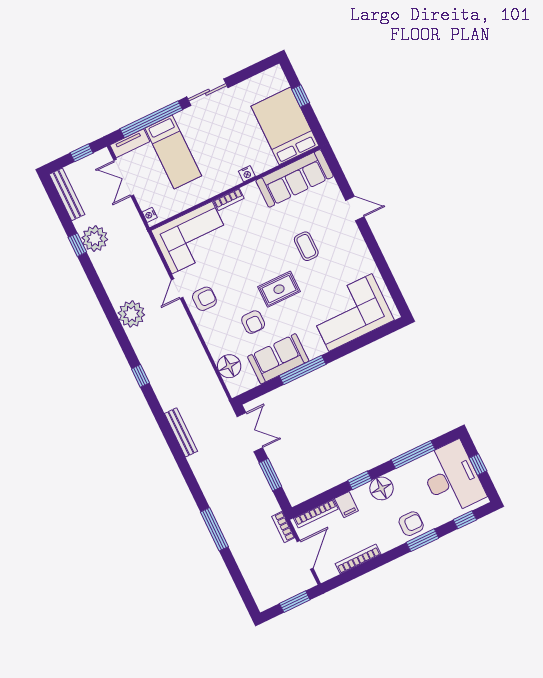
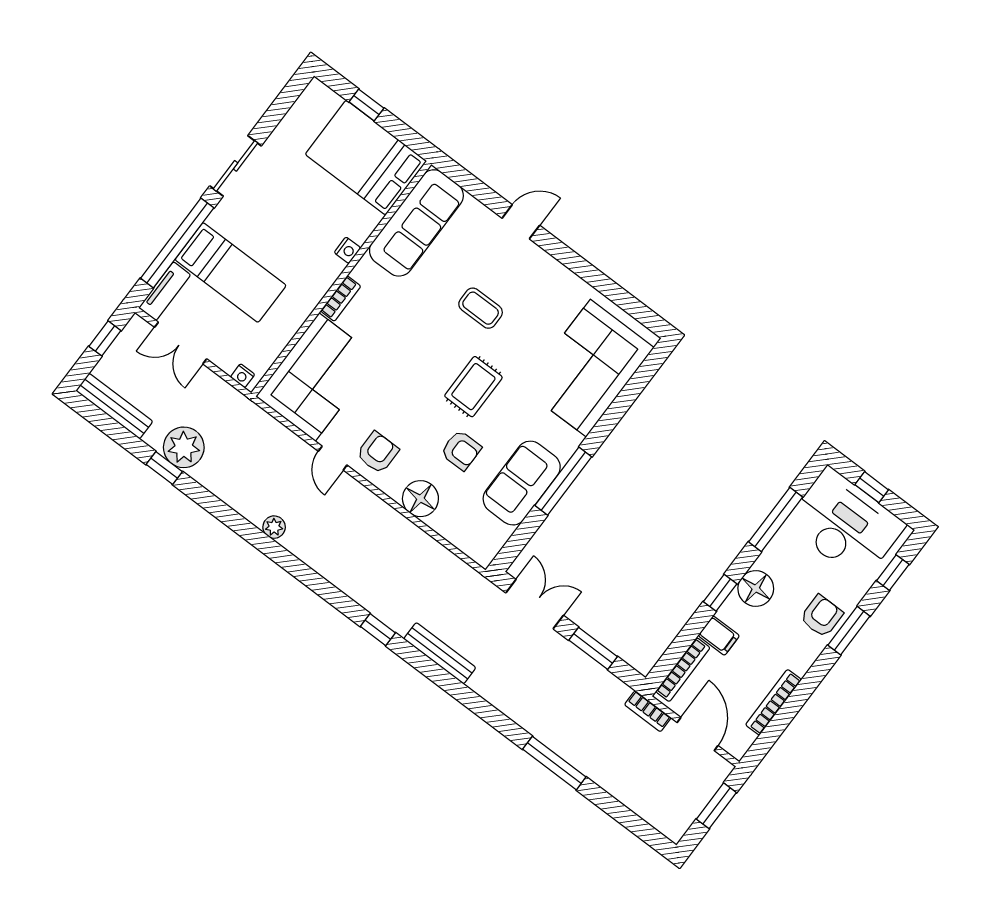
plant: (131, 314) -> (274, 527), width x0.53, depth x0.53
floor lamp: (229, 366) -> (420, 499), moved
window: (140, 376) -> (378, 630), moved

